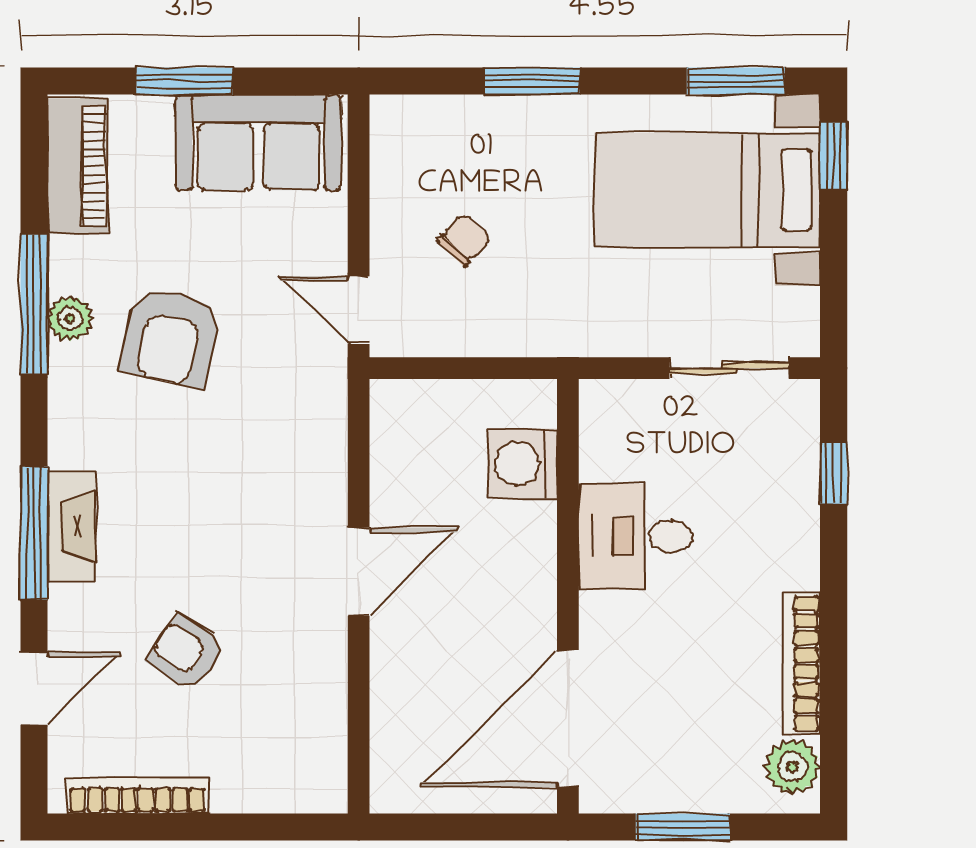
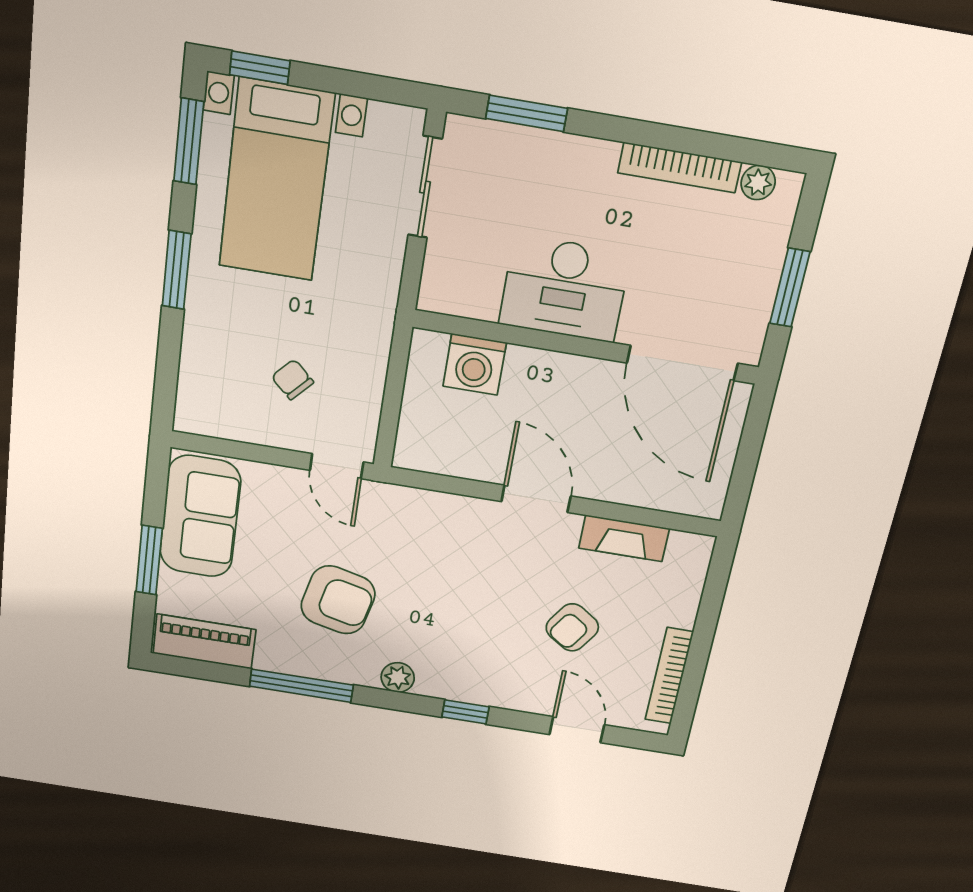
window: (533, 81) -> (177, 270), moved
door: (359, 310) -> (337, 466), hinge flipped
plant: (70, 319) -> (398, 677), moved
window: (834, 473) -> (527, 113), width x1.50
fireplace: (71, 526) -> (624, 538), moved, turned 180
window: (34, 533) -> (465, 712), width x0.46
desk: (636, 536) -> (564, 289), width x1.37
plant: (792, 767) -> (758, 183), width x0.73, depth x0.73

